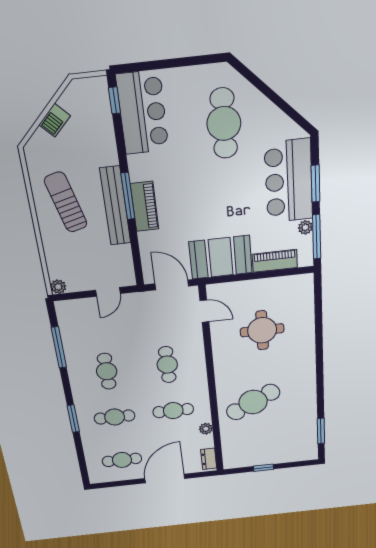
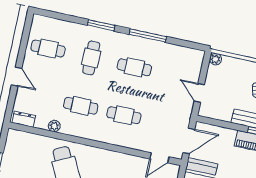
window: (59, 347) -> (148, 35), moved
cafe table: (173, 411) -> (81, 106), turned 90
cafe table: (122, 460) -> (48, 48), turned 90
door: (165, 479) -> (17, 77), width x0.53

